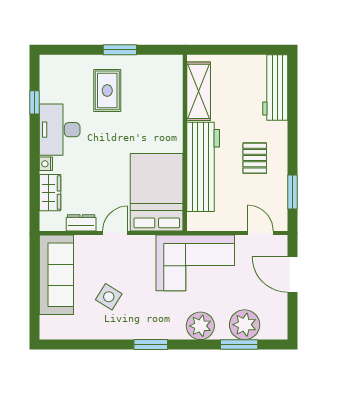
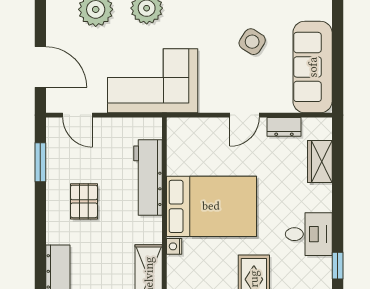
desk: (60, 130) -> (309, 234), width x0.73
nightstand: (46, 164) -> (174, 246), moved, turned 180
workbench: (203, 167) -> (148, 178), width x0.73, depth x0.76
bed: (157, 192) -> (211, 206), moved, turned -90

